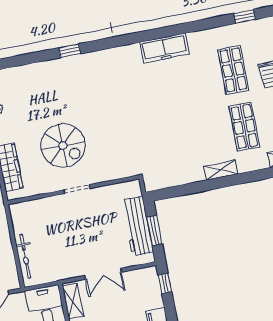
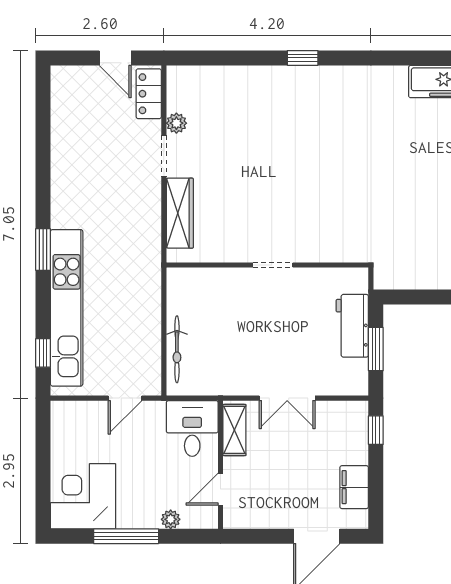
spiral stairs: (63, 146) -> (265, 196), removed
workbench: (138, 226) -> (352, 326), width x0.73

